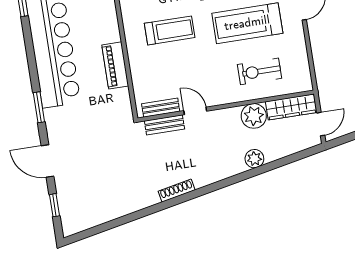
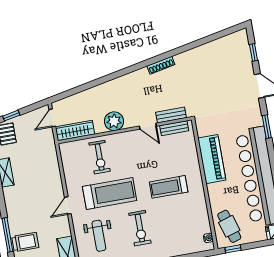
piano: (115, 65) -> (212, 159), width x1.37, depth x1.33
exercise bike: (259, 71) -> (100, 157), turned 90
plant: (254, 116) -> (114, 121), moved
plant: (254, 159) -> (102, 91), removed

